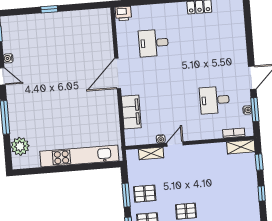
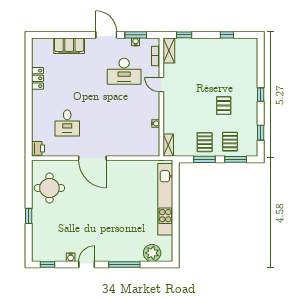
round table: (81, 29) -> (49, 188), added
desk: (215, 100) -> (124, 71), width x1.37
filing cabinet: (131, 112) -> (69, 46), moved, turned 180
door: (175, 144) -> (161, 84), moved
shelving: (151, 153) -> (168, 145), moved
window: (262, 194) -> (227, 35), moved

